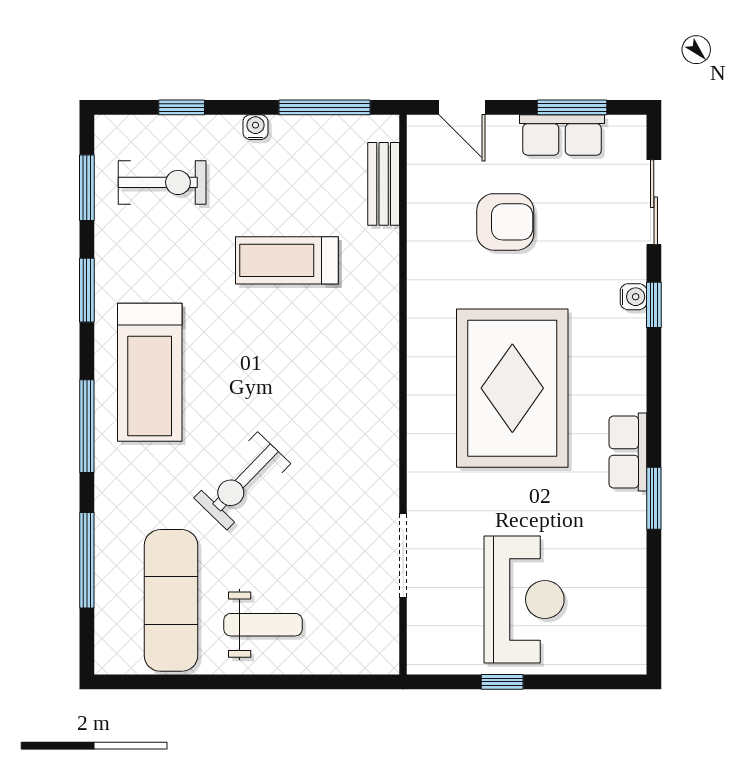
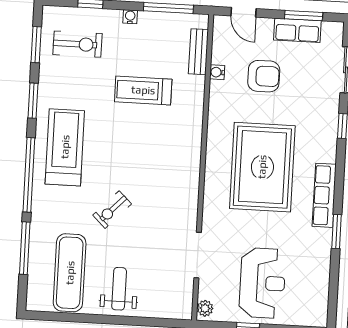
water cooler: (634, 297) -> (217, 72), moved, turned 180
treadmill: (150, 372) -> (65, 147), turned 180
window: (87, 426) -> (29, 175), width x1.46
row of seats: (628, 452) -> (324, 195), width x1.48
exercise bike: (242, 481) -> (112, 210), width x0.73, depth x0.72
weight bench: (263, 625) -> (119, 289), turned -90
plant: (422, 651) -> (205, 308), added

